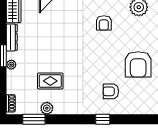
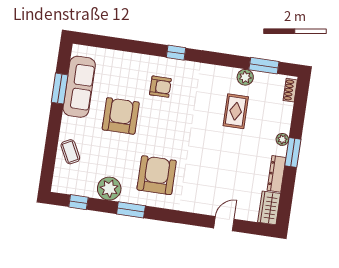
armchair: (104, 23) -> (157, 175), width x1.88, depth x1.88
rug: (50, 81) -> (236, 111), turned 90

